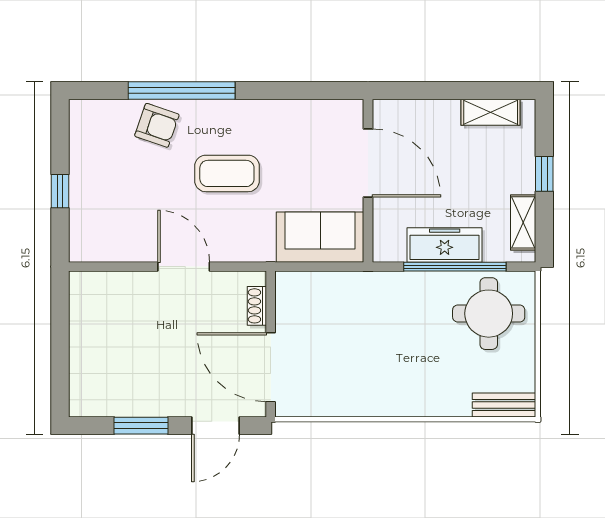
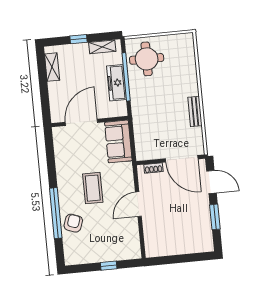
door: (271, 367) -> (182, 159), hinge flipped
bench: (504, 405) -> (195, 111), moved

